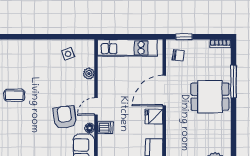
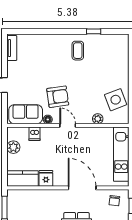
side table: (68, 54) -> (116, 100), width x1.87, depth x1.87
fridge: (154, 117) -> (46, 178), moved
dishwasher: (105, 128) -> (35, 134), moved

